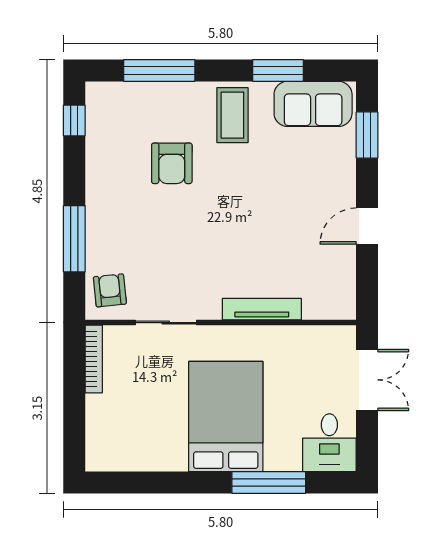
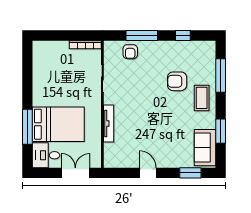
coffee table: (232, 115) -> (202, 98), moved, turned 90
window: (74, 121) -> (183, 36), moved
armchair: (110, 290) -> (130, 52), moved, turned 96
double door: (367, 380) -> (75, 173), swing flipped
bed: (226, 417) -> (58, 124), moved

